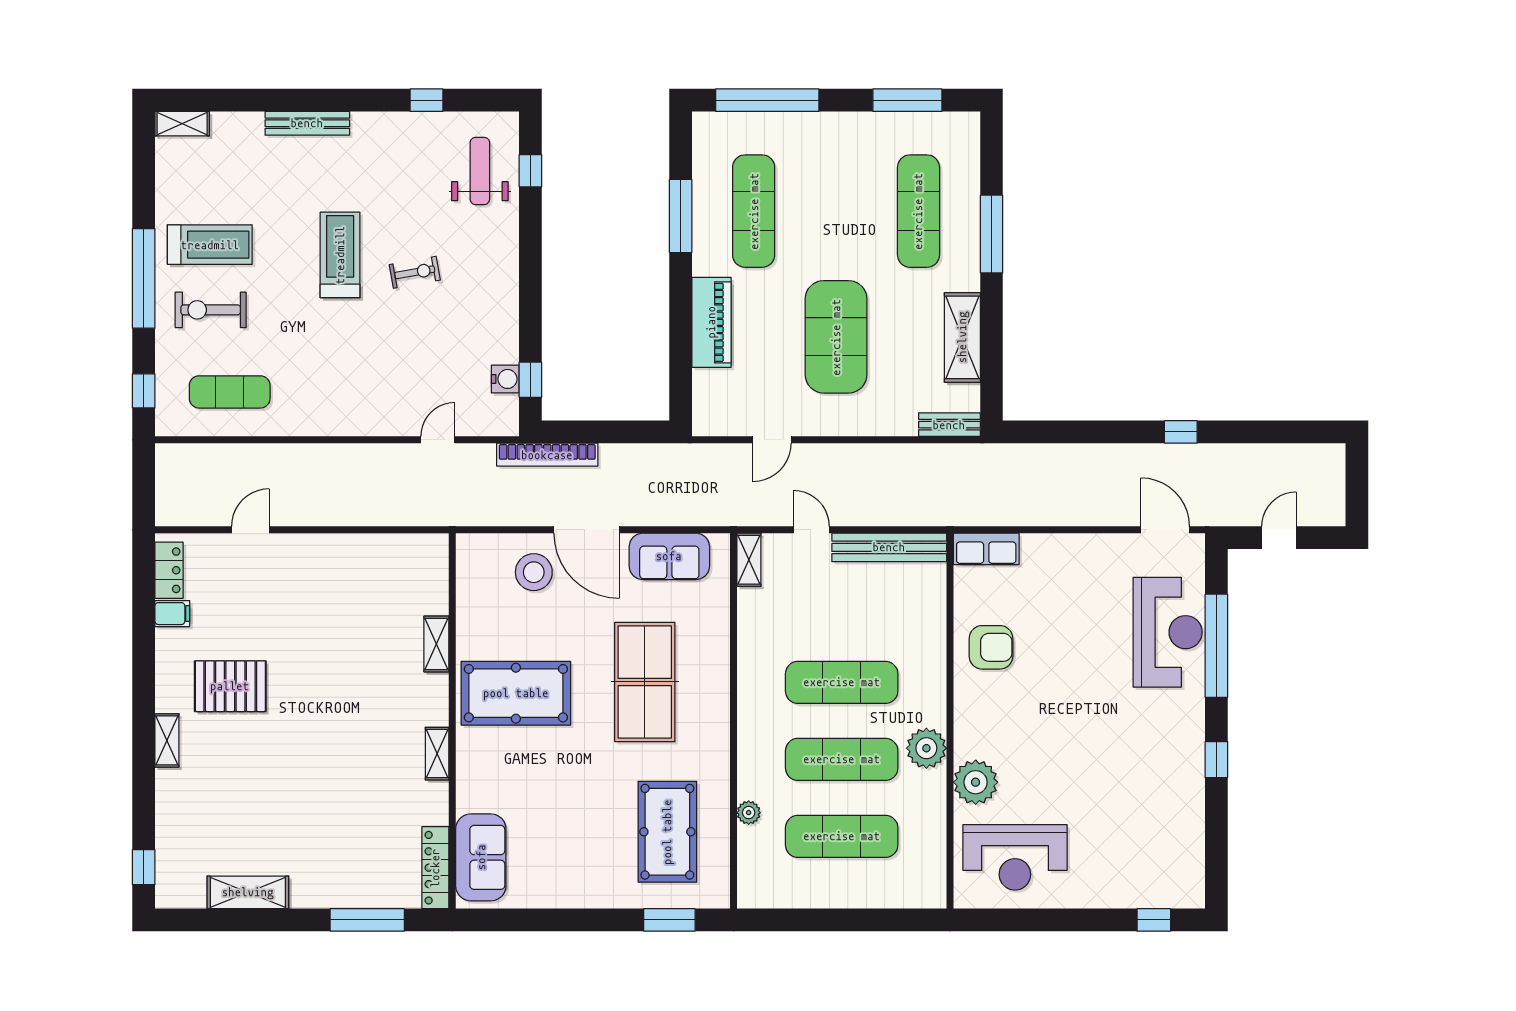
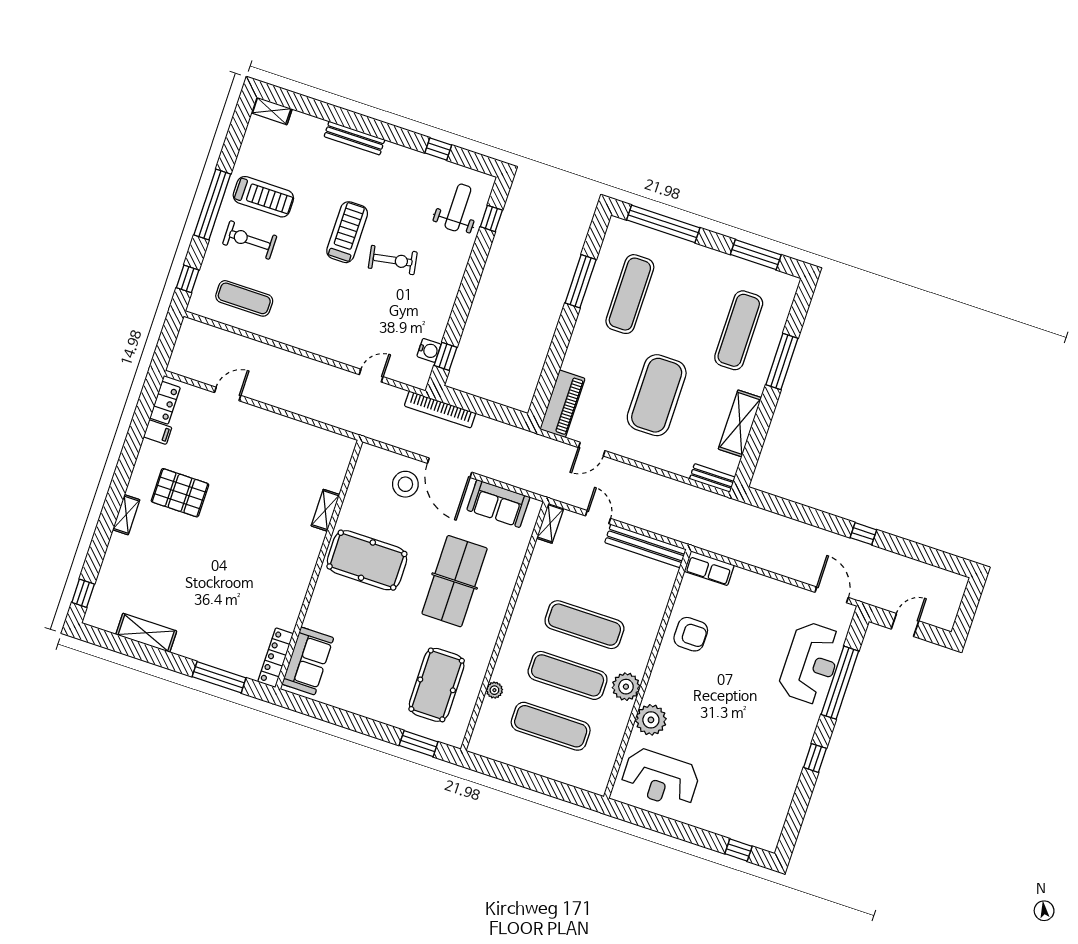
exercise bike: (415, 272) -> (393, 260), width x1.38, depth x1.39
piano: (711, 322) -> (562, 404), moved
shelving: (437, 754) -> (302, 583), removed

